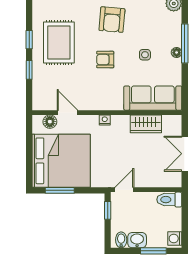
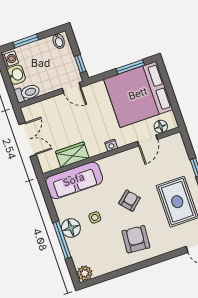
floor lamp: (177, 52) -> (71, 228), width x1.89, depth x1.89
armchair: (105, 60) -> (130, 201), turned -41
door: (67, 113) -> (147, 140), hinge flipped
door: (124, 190) -> (71, 88), hinge flipped
washbasin: (137, 240) -> (16, 75), moved, turned -90

